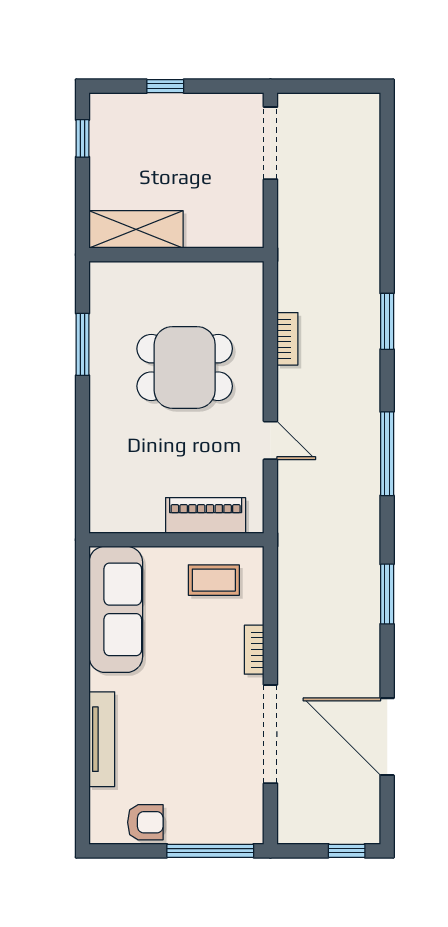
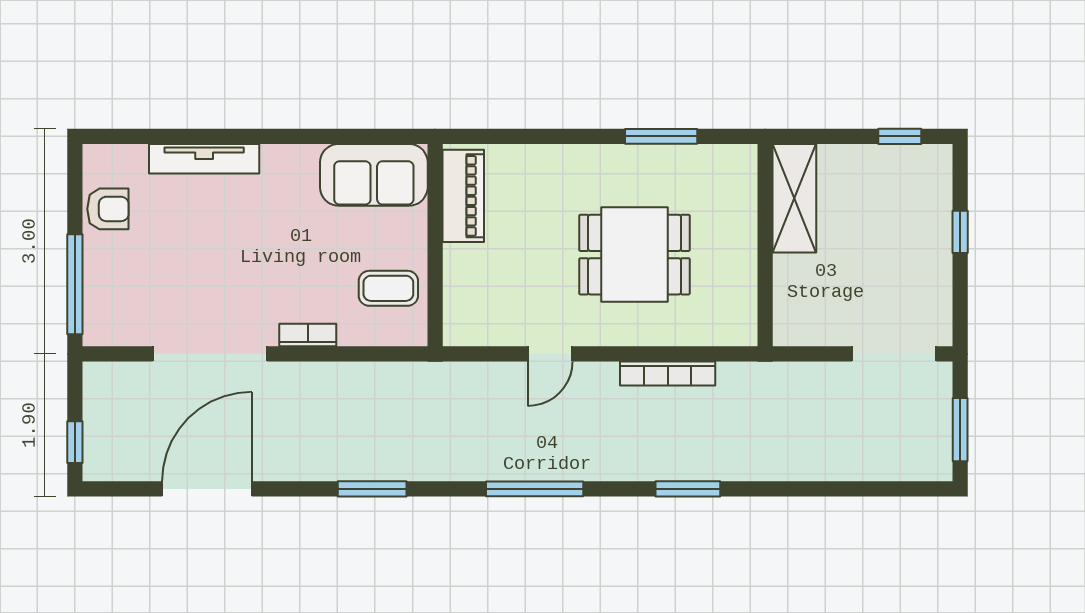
window: (336, 86) -> (960, 430), added
bookcase: (287, 339) -> (668, 374), width x1.56
dining table: (185, 367) -> (635, 255), turned 90
piano: (206, 515) -> (463, 196), moved
coffee table: (214, 580) -> (388, 288), turned 90
sofa: (116, 609) -> (374, 175), width x0.73
armchair: (145, 822) -> (108, 209), turned -90

